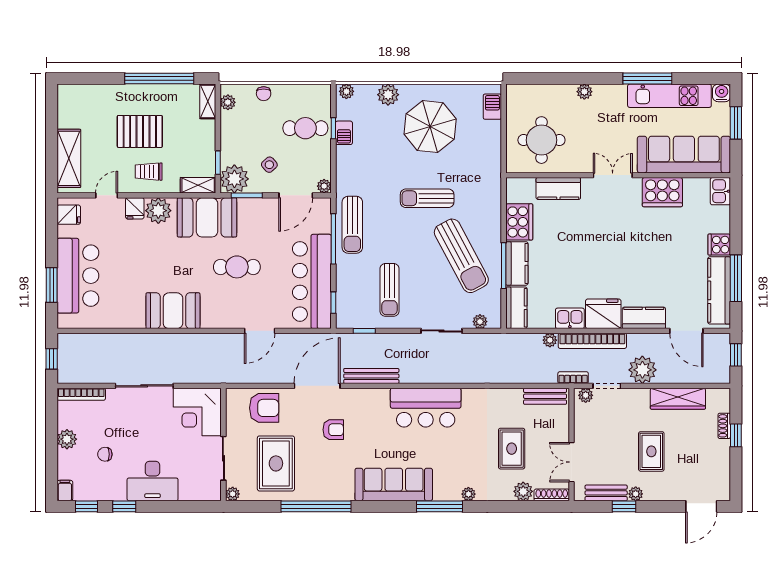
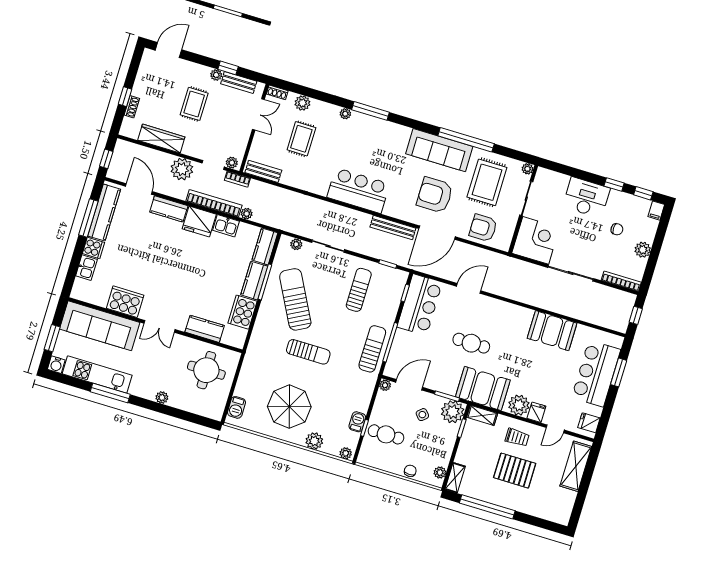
kitchen sink: (720, 191) -> (86, 268), moved
bar counter: (312, 281) -> (420, 305), width x0.73
booth: (173, 311) -> (552, 331), moved
armchair: (333, 430) -> (435, 195), width x1.88, depth x1.88
sofa: (394, 484) -> (439, 150), moved
shoe rack: (552, 495) -> (277, 92), width x0.70

